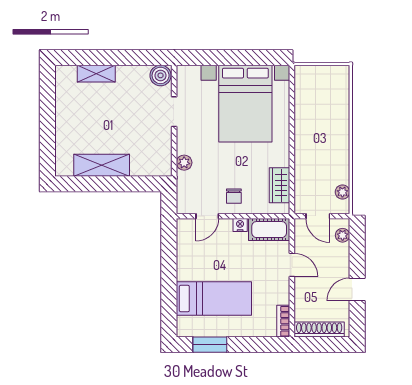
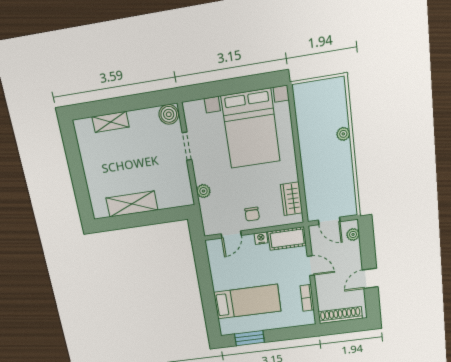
plant: (342, 192) -> (343, 134), moved
bookcase: (283, 321) -> (307, 298), moved

